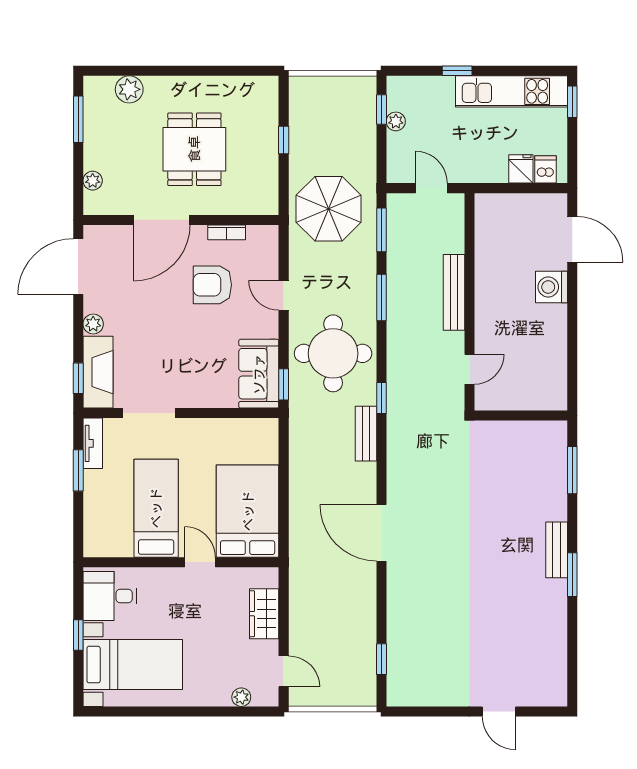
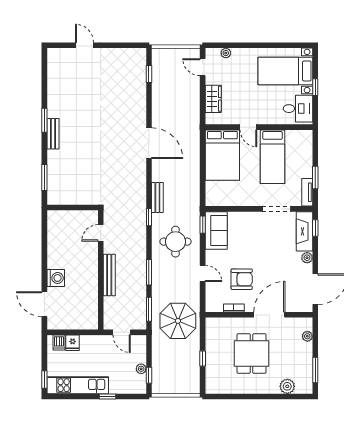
round table: (333, 353) -> (175, 242), width x0.73, depth x0.73

